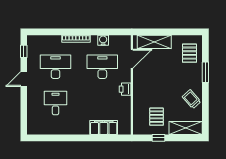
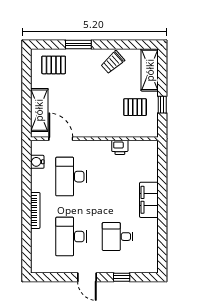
water cooler: (103, 40) -> (37, 162), moved
window: (24, 51) -> (122, 277), moved
printer: (125, 89) -> (120, 147), moved
filing cabinet: (104, 127) -> (149, 200), moved

